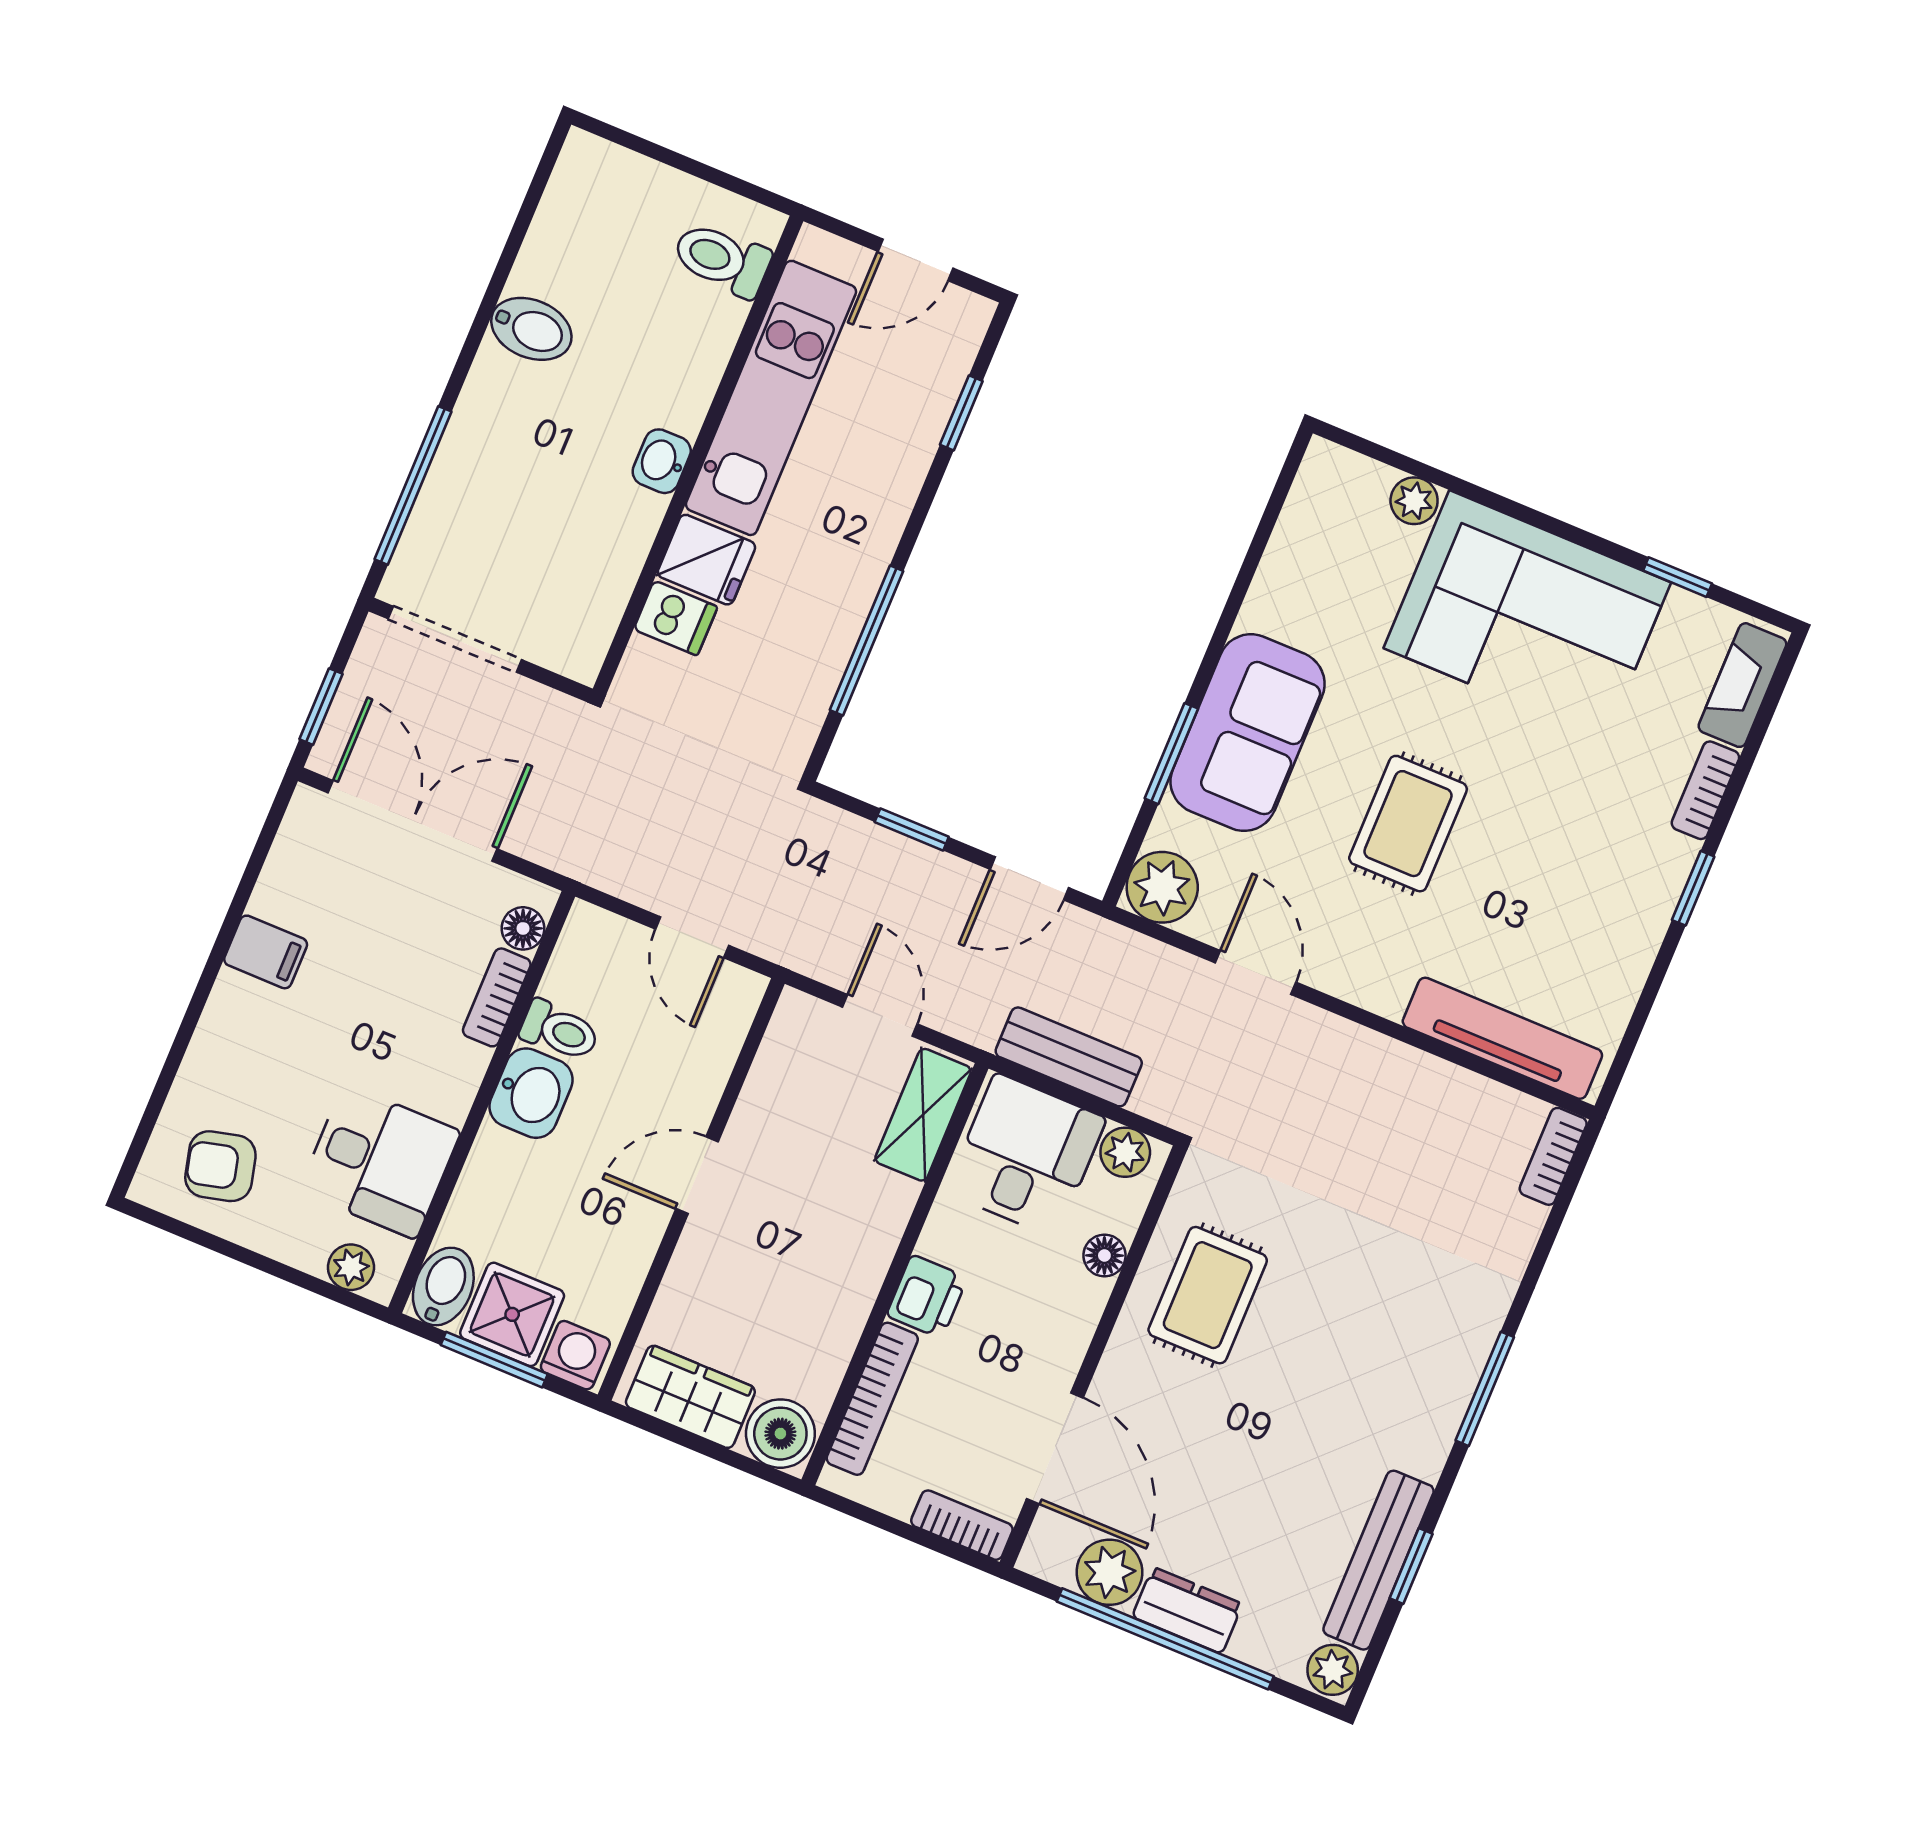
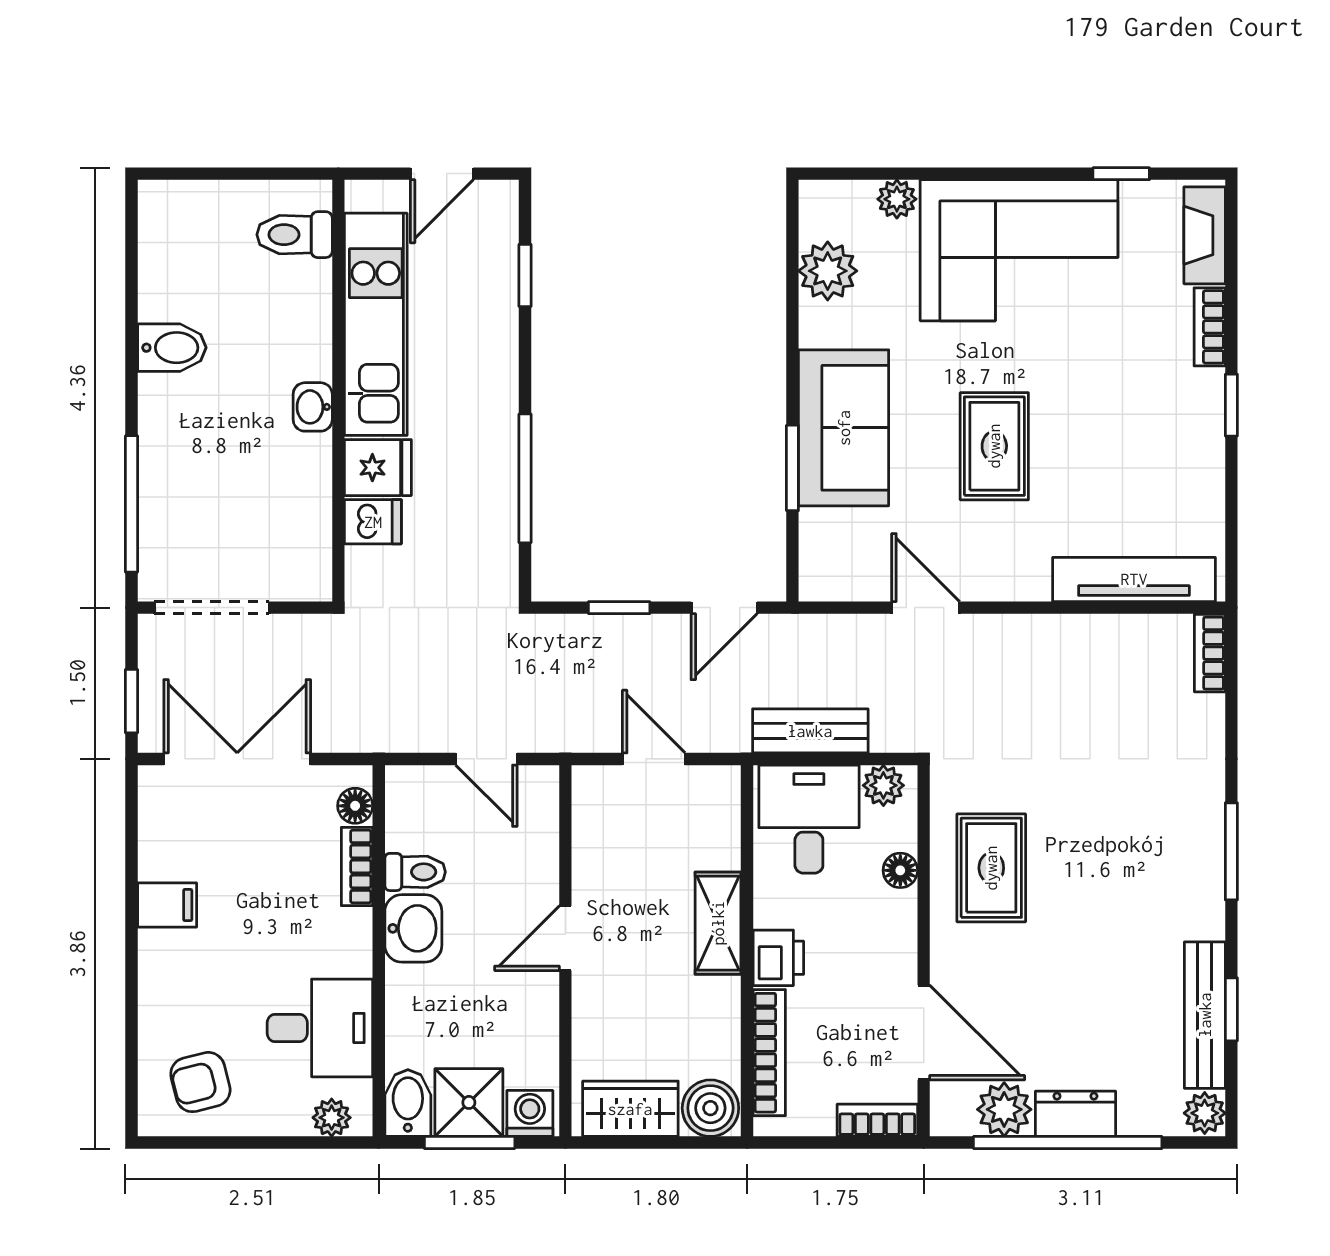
plant: (1162, 887) -> (828, 271), moved
shelving: (923, 1115) -> (718, 923), moved

